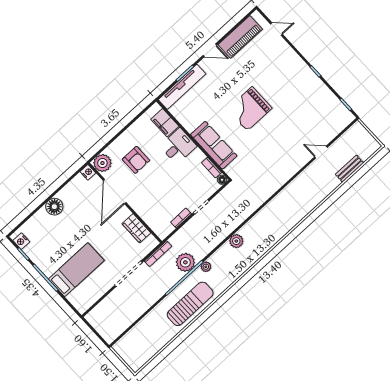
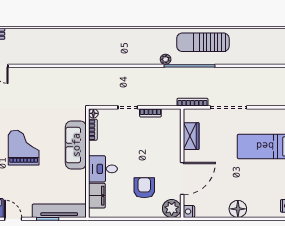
grand piano: (250, 109) -> (24, 148), turned -90
plant: (236, 241) -> (125, 57), removed
plant: (185, 262) -> (178, 77), removed

